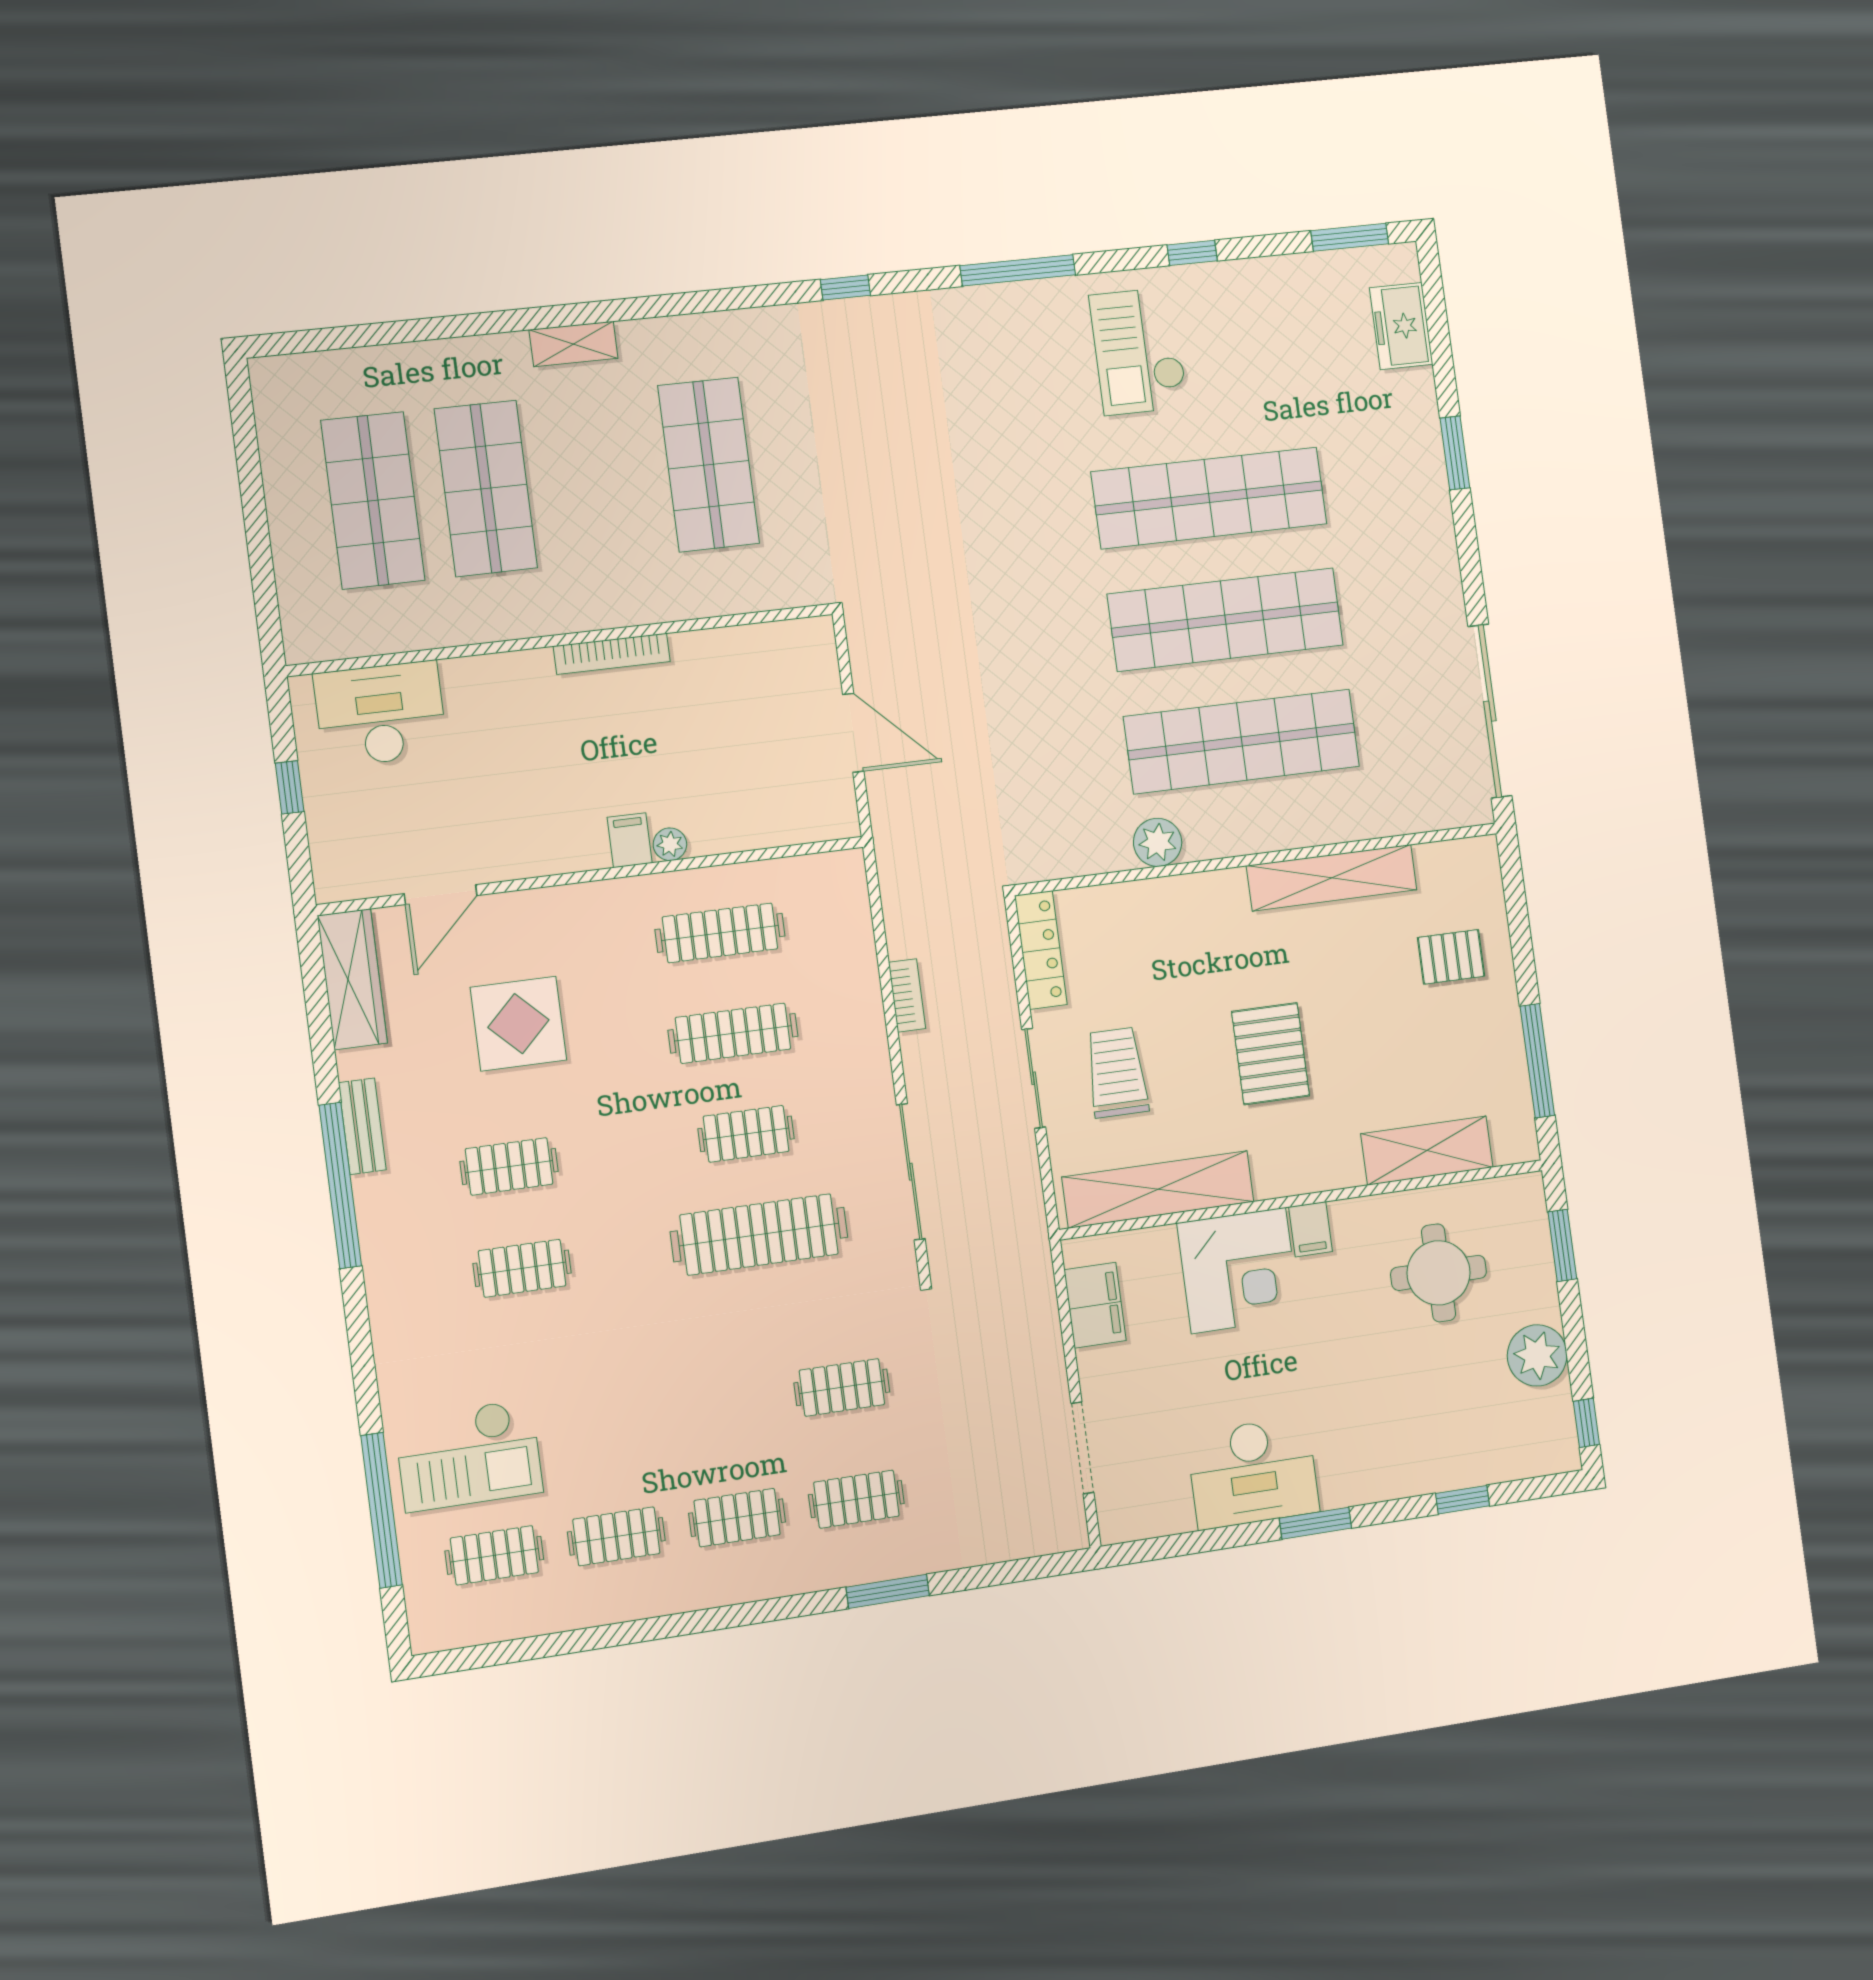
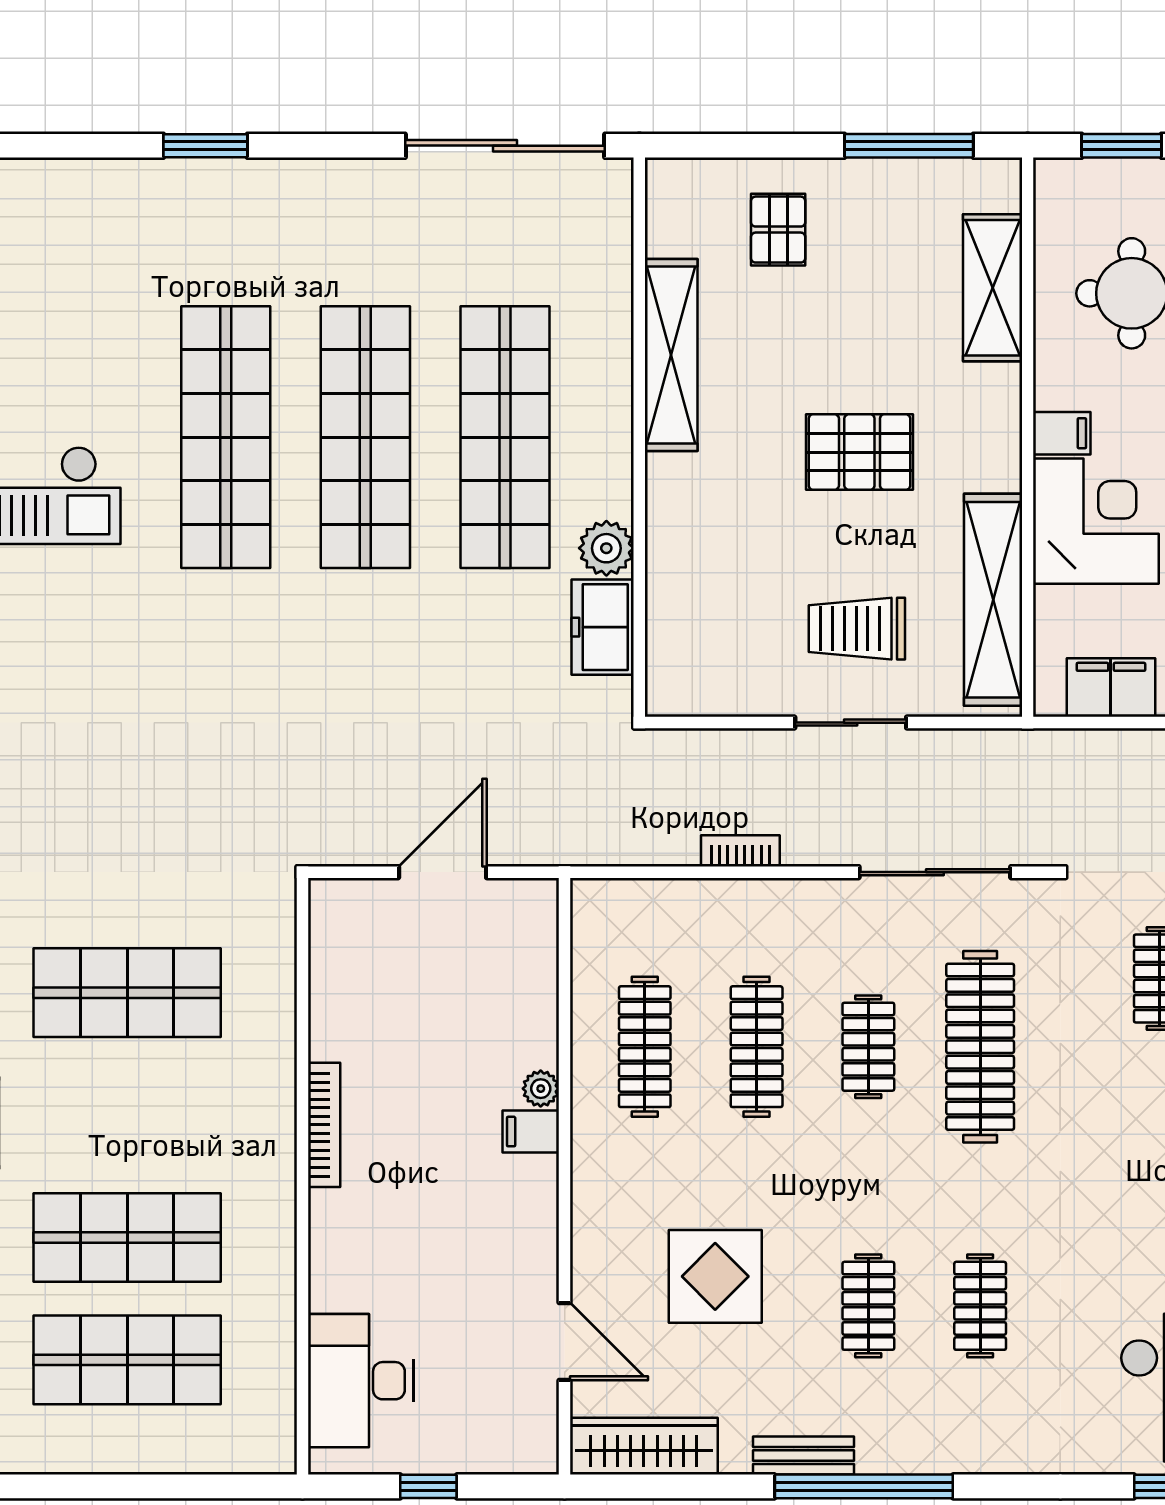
freezer: (1401, 326) -> (603, 627), moved, turned 90
locker: (1041, 950) -> (710, 696), removed

